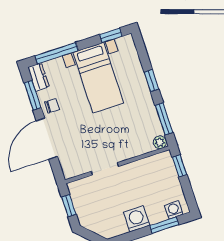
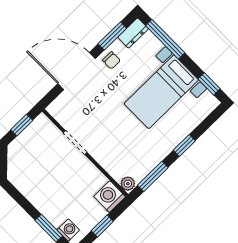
window: (179, 166) -> (102, 226), moved
washing machine: (137, 219) -> (110, 197), moved, turned -90

